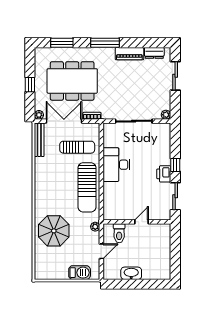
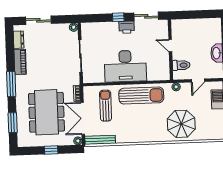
desk: (116, 165) -> (125, 66), width x1.36, depth x1.30
door: (101, 251) -> (198, 81), swing flipped

